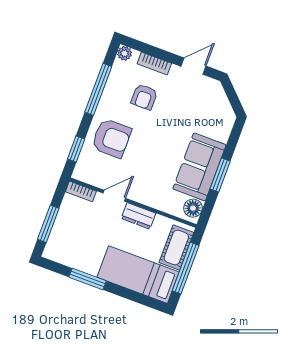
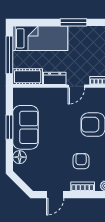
floor lamp: (193, 208) -> (20, 157), moved
cot: (176, 248) -> (28, 77), moved, turned 90

